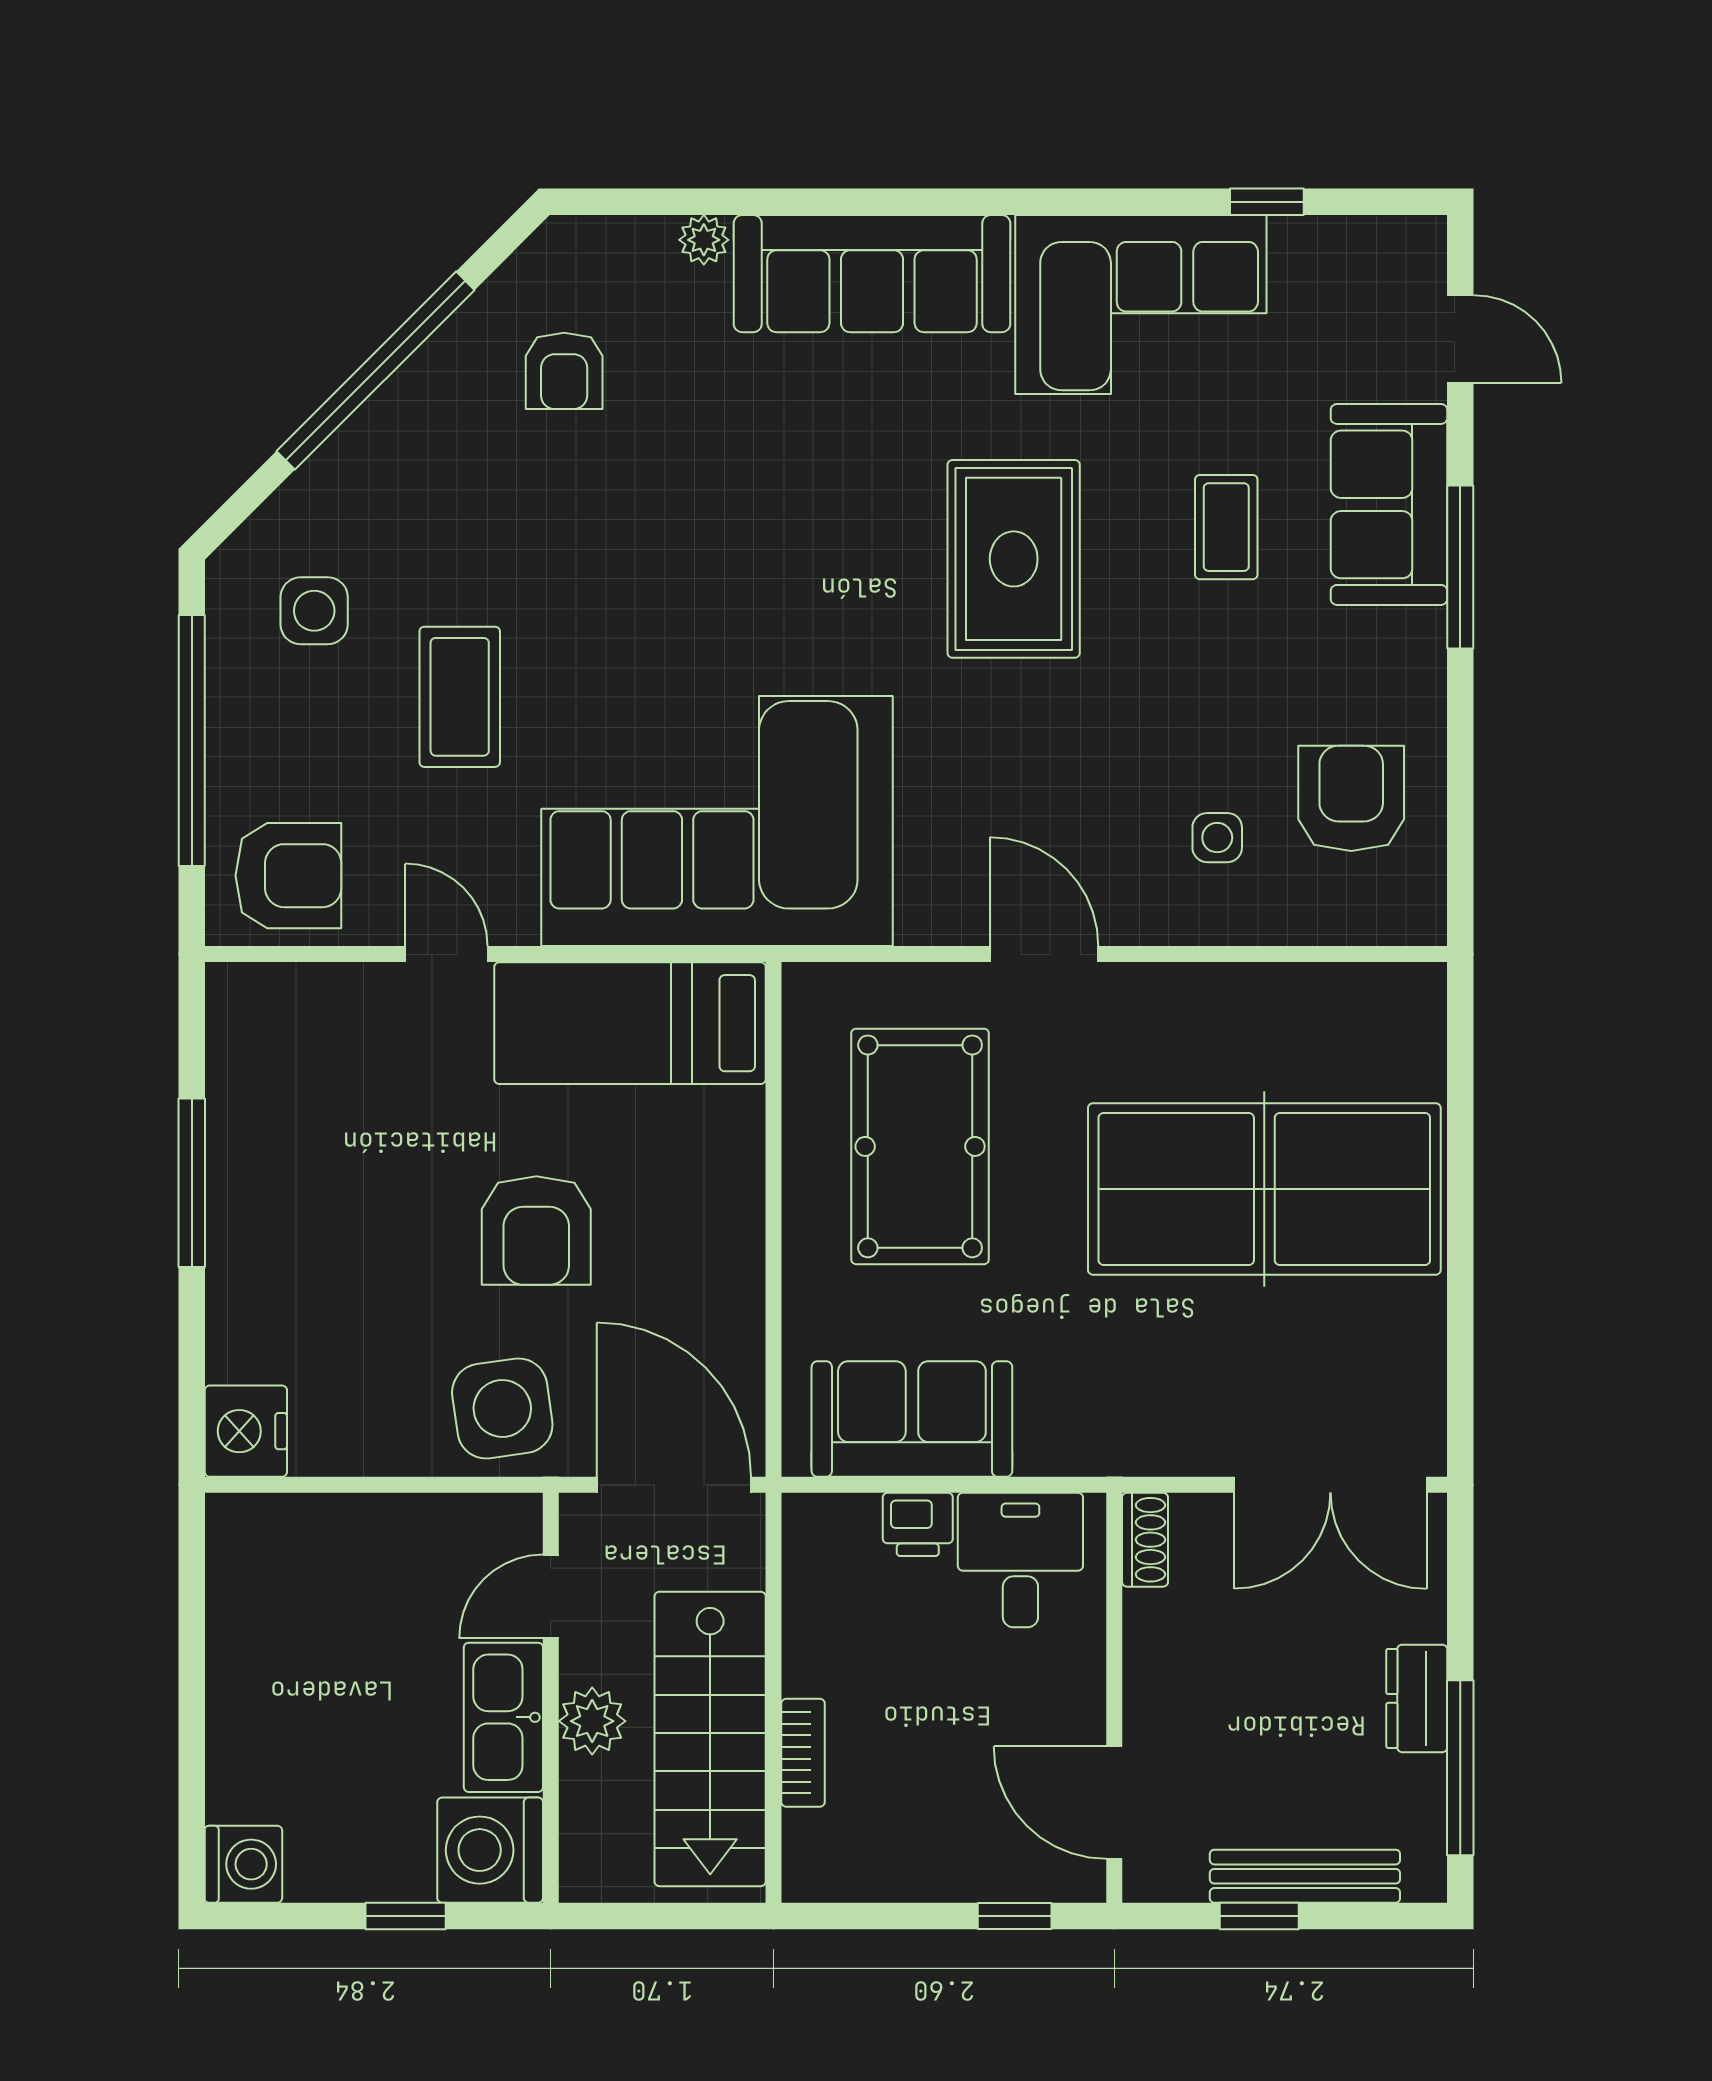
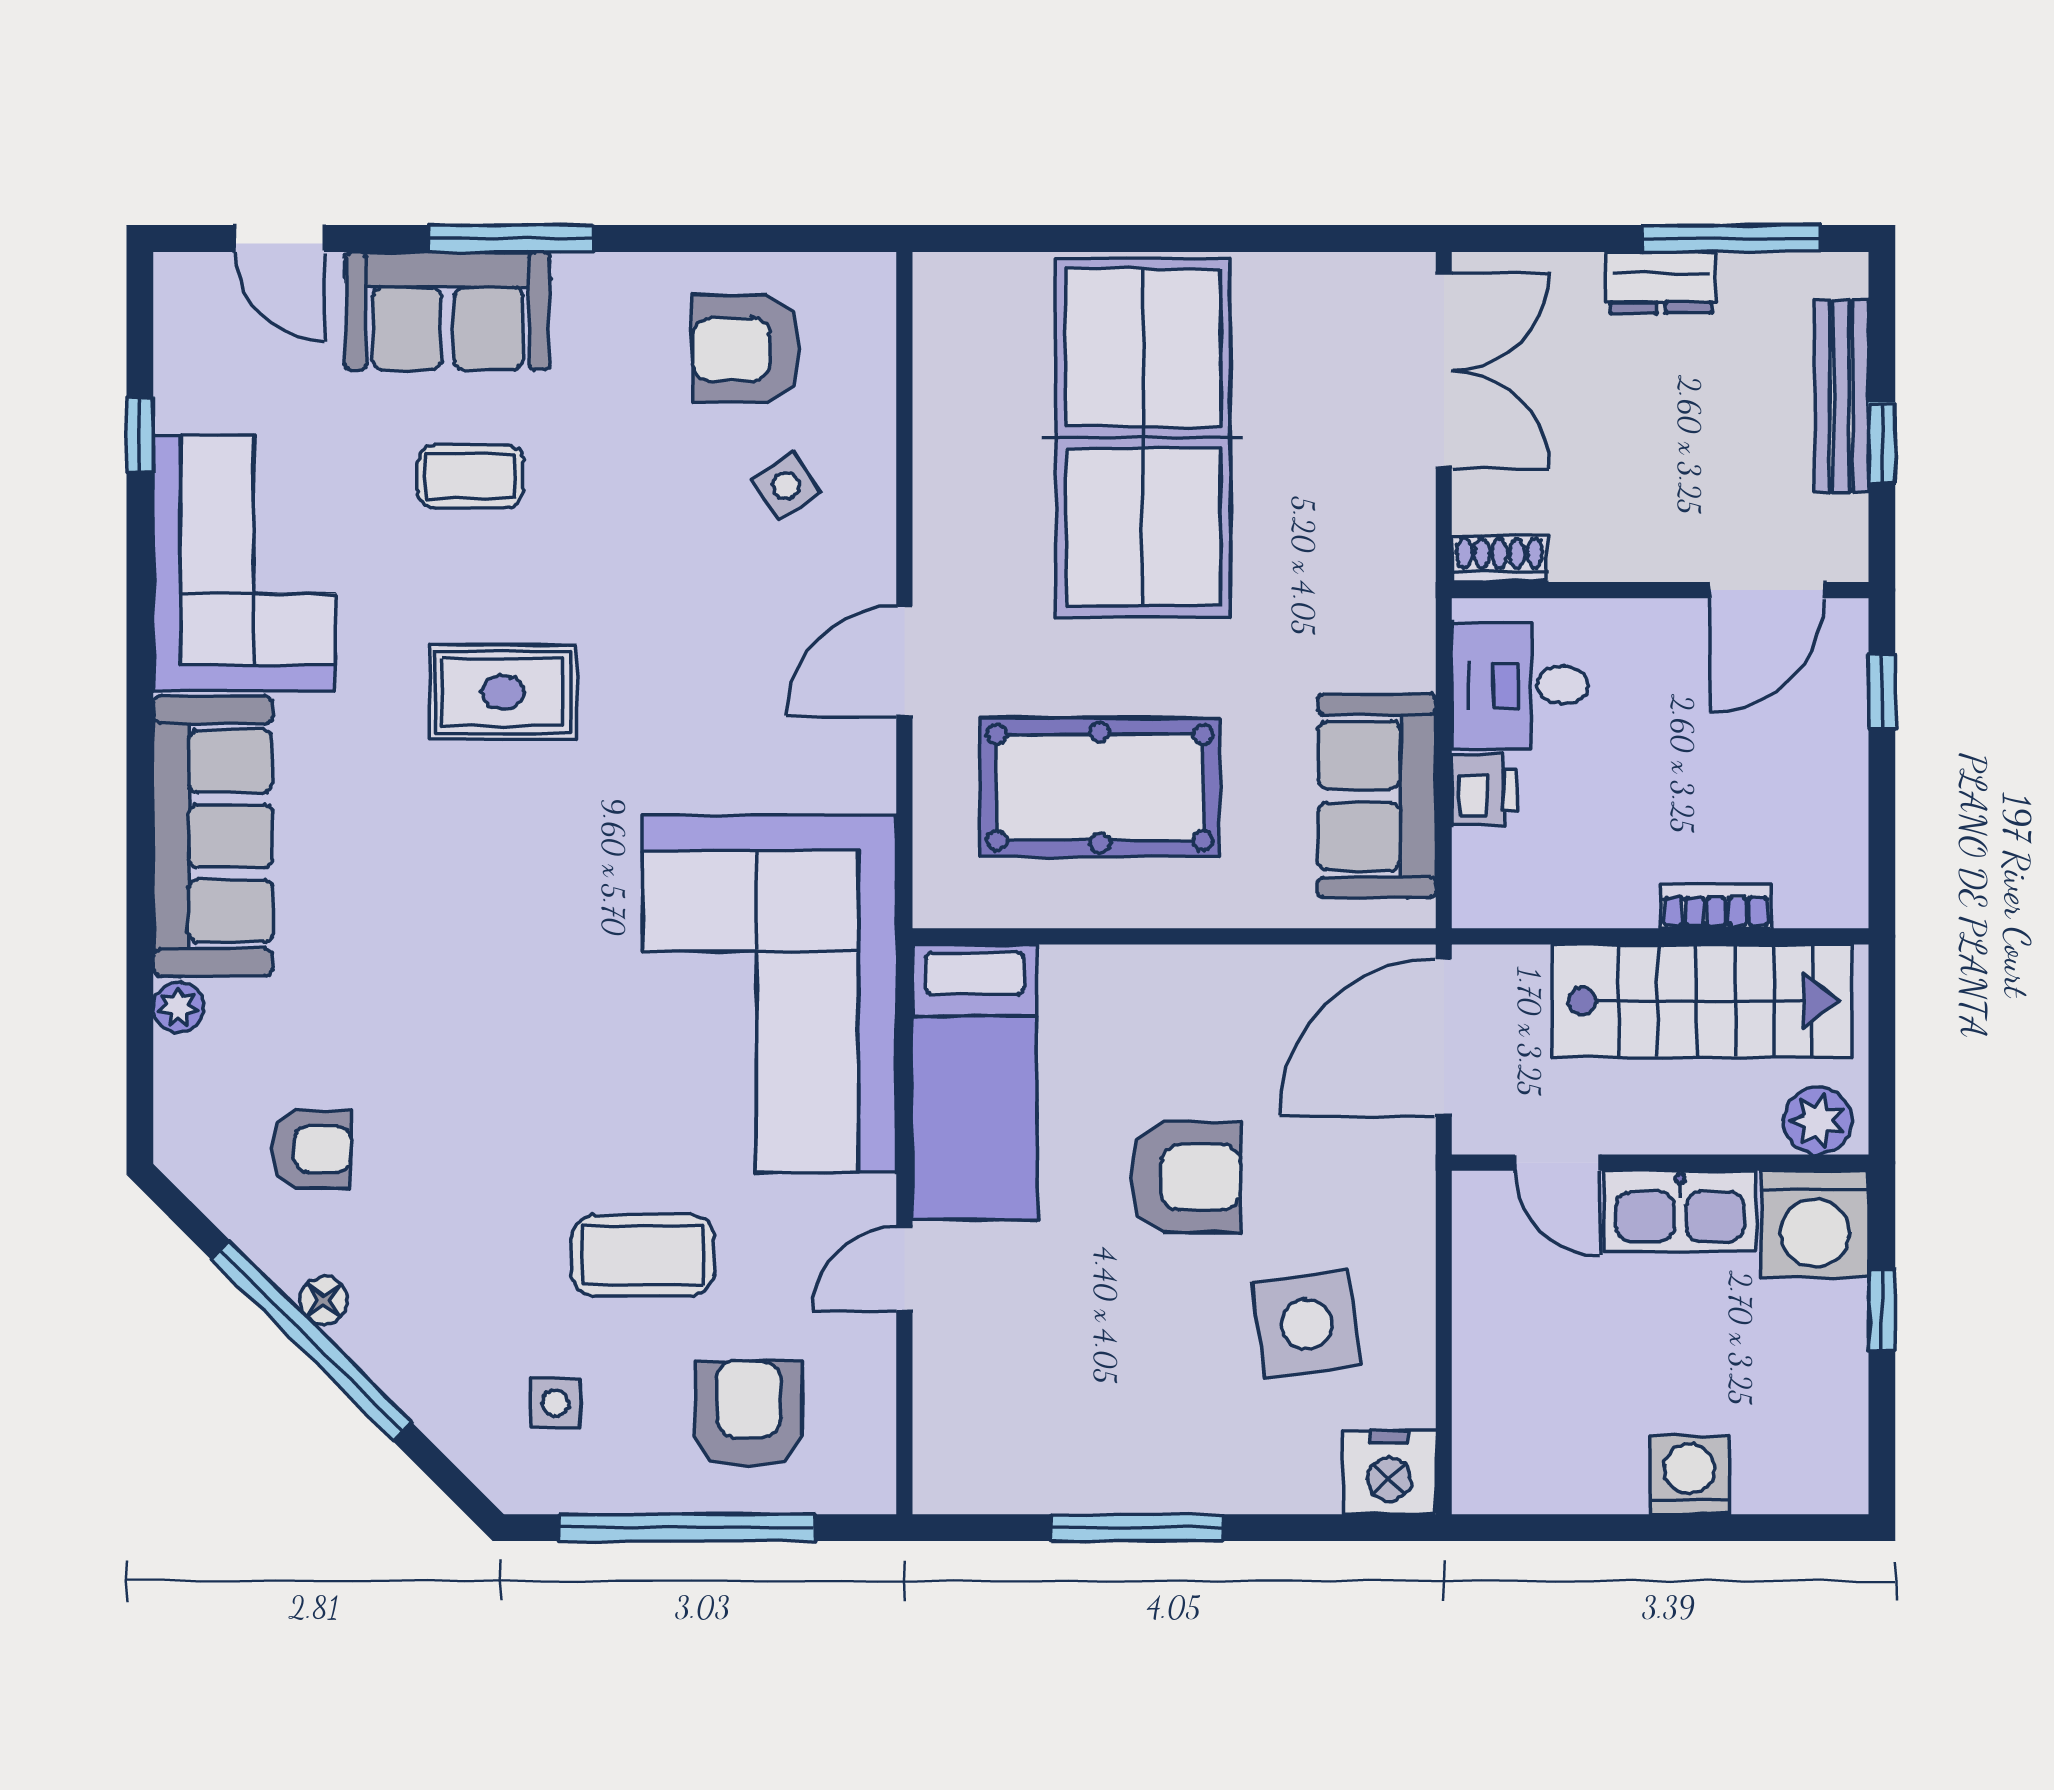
door: (1460, 339) -> (279, 238), swing flipped
floor lamp: (415, 383) -> (324, 1301), added
rug: (1014, 559) -> (503, 692), width x0.73, depth x0.70
side table: (314, 611) -> (556, 1403), width x0.73, depth x0.73
side table: (1217, 838) -> (786, 485), turned -33
armchair: (288, 876) -> (748, 1414), moved
side table: (502, 1408) -> (1307, 1324), moved
plant: (592, 1721) -> (1818, 1121), moved
washing machine: (243, 1864) -> (1689, 1475), moved

